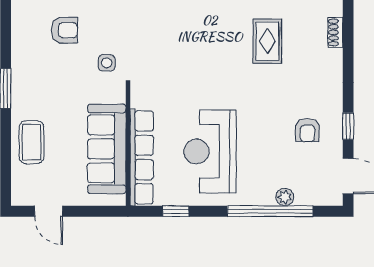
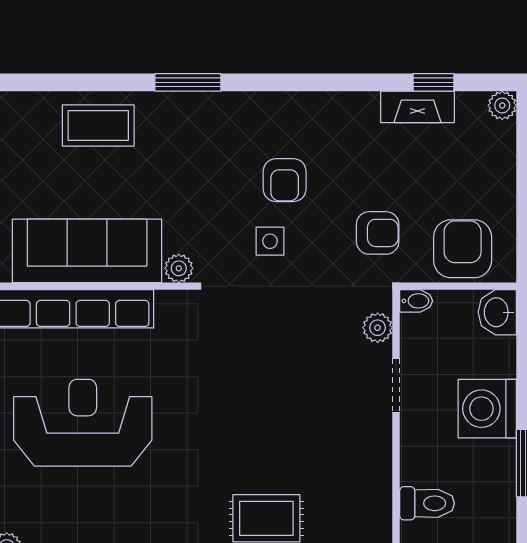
side table: (107, 63) -> (270, 241), moved
plant: (117, 94) -> (179, 268), added

